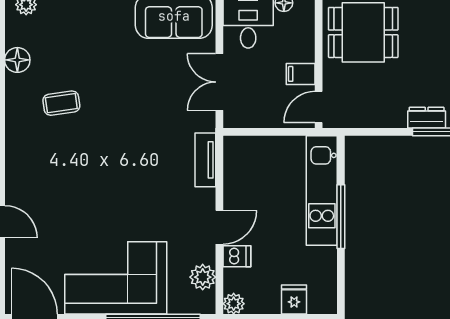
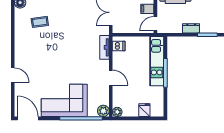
dresser: (427, 118) -> (191, 28), moved
door: (219, 227) -> (111, 78), hinge flipped
dishwasher: (237, 256) -> (119, 46), moved
plant: (203, 277) -> (103, 111), moved

